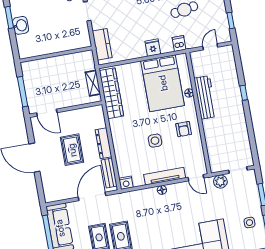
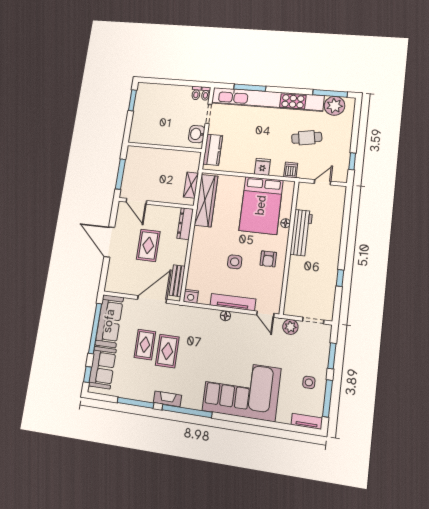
washbasin: (21, 25) -> (197, 134), moved, turned 180
window: (244, 93) -> (340, 278), moved
dresser: (103, 143) -> (185, 224), moved

